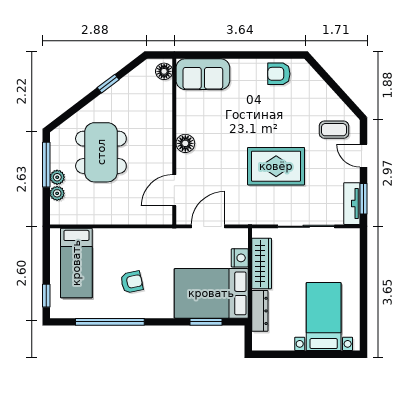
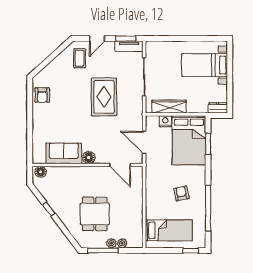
sofa: (203, 74) -> (64, 153), moved, turned -90
dining table: (101, 152) -> (95, 214), width x0.73
dresser: (260, 311) -> (218, 108), moved, width x0.70

